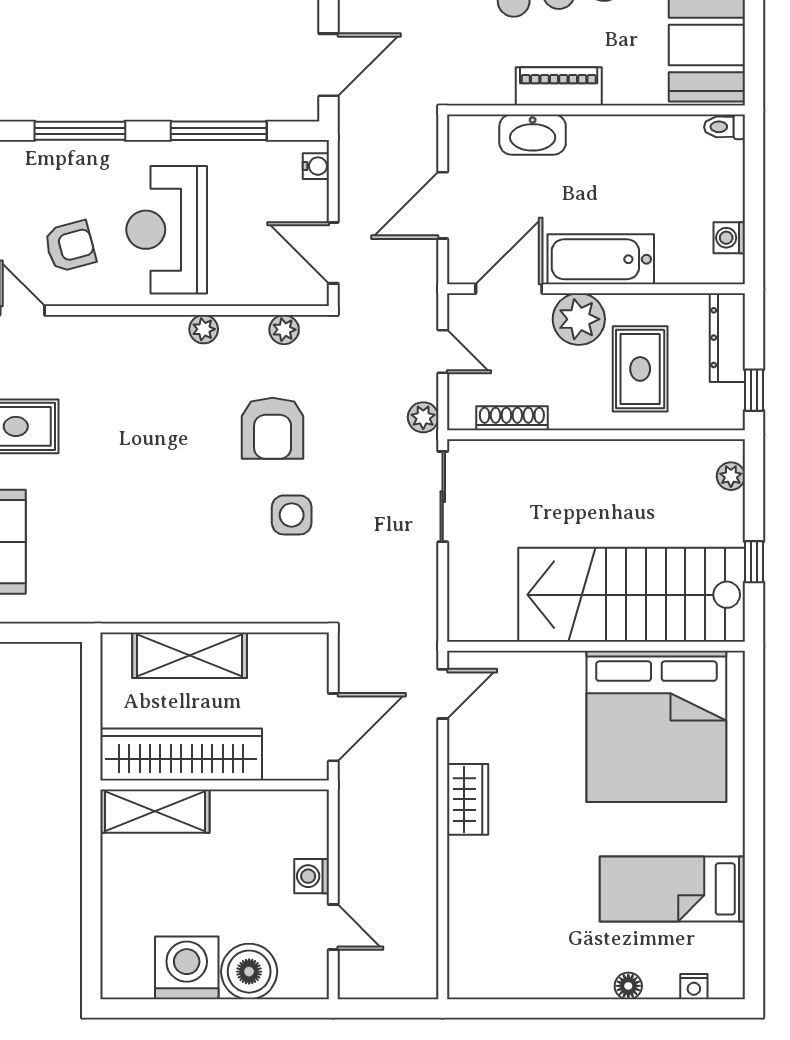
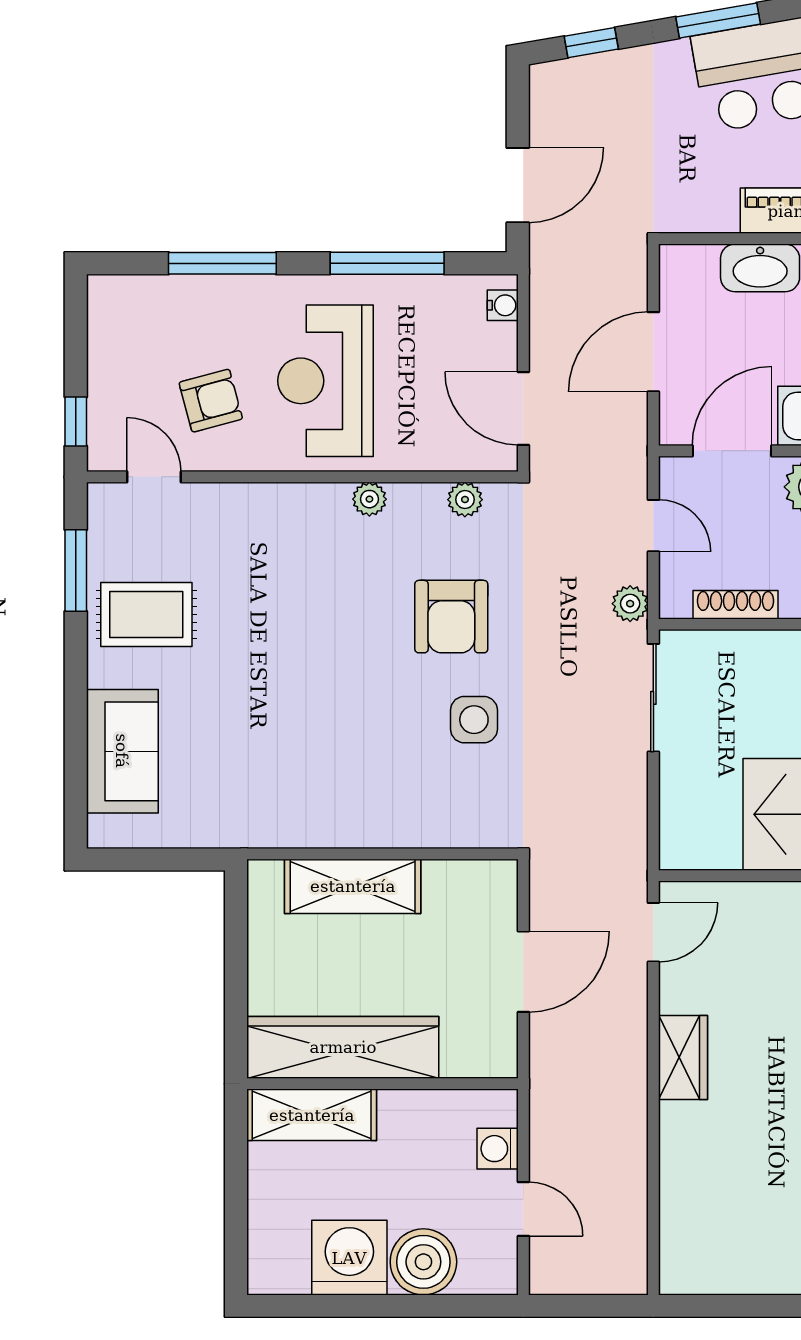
wardrobe: (181, 754) -> (343, 1047), moved
wall: (215, 785) -> (383, 1084), moved
shelving: (155, 811) -> (312, 1115), moved

